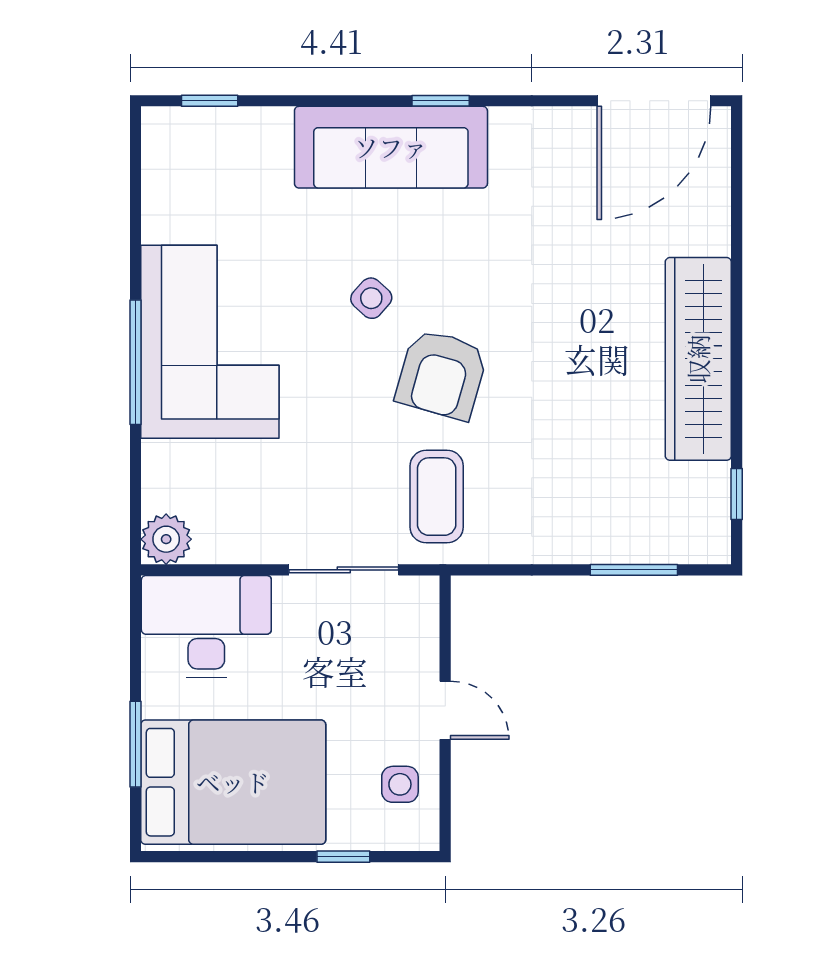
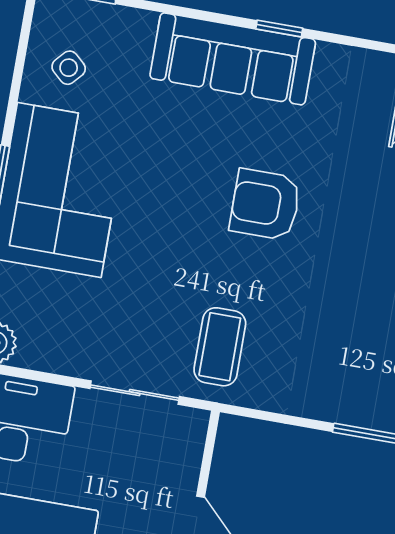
side table: (371, 298) -> (69, 68), moved
armchair: (442, 374) -> (265, 205), moved, turned 74

